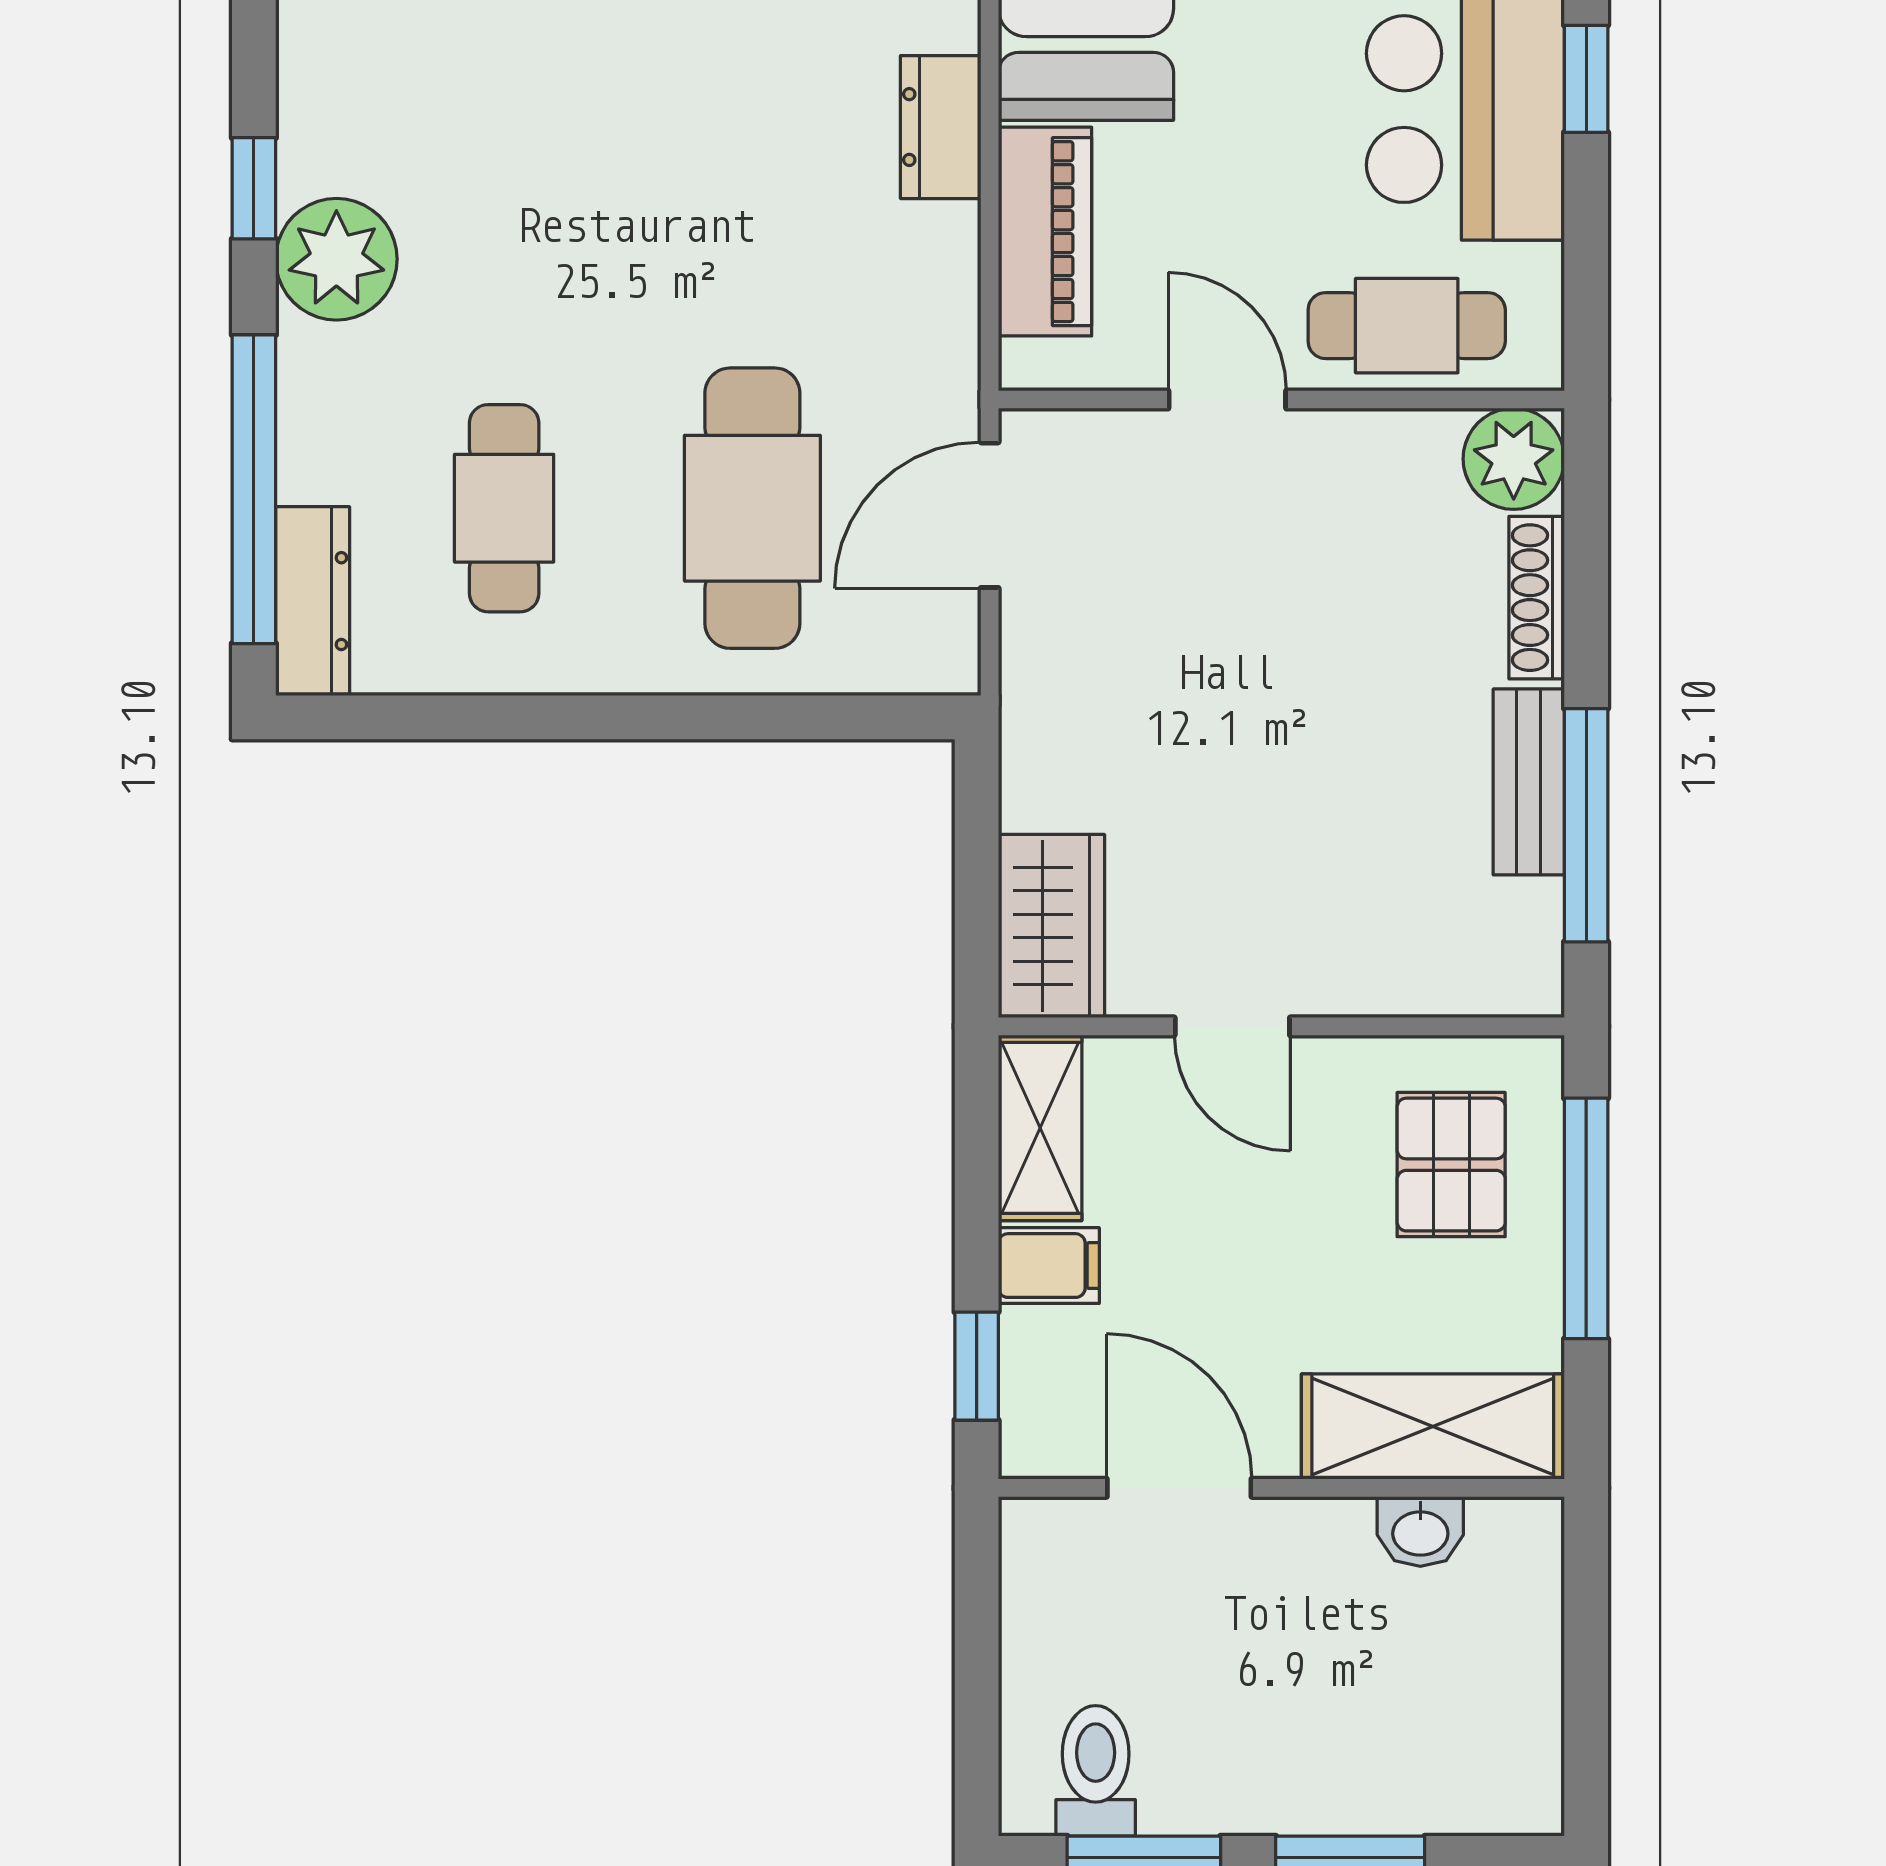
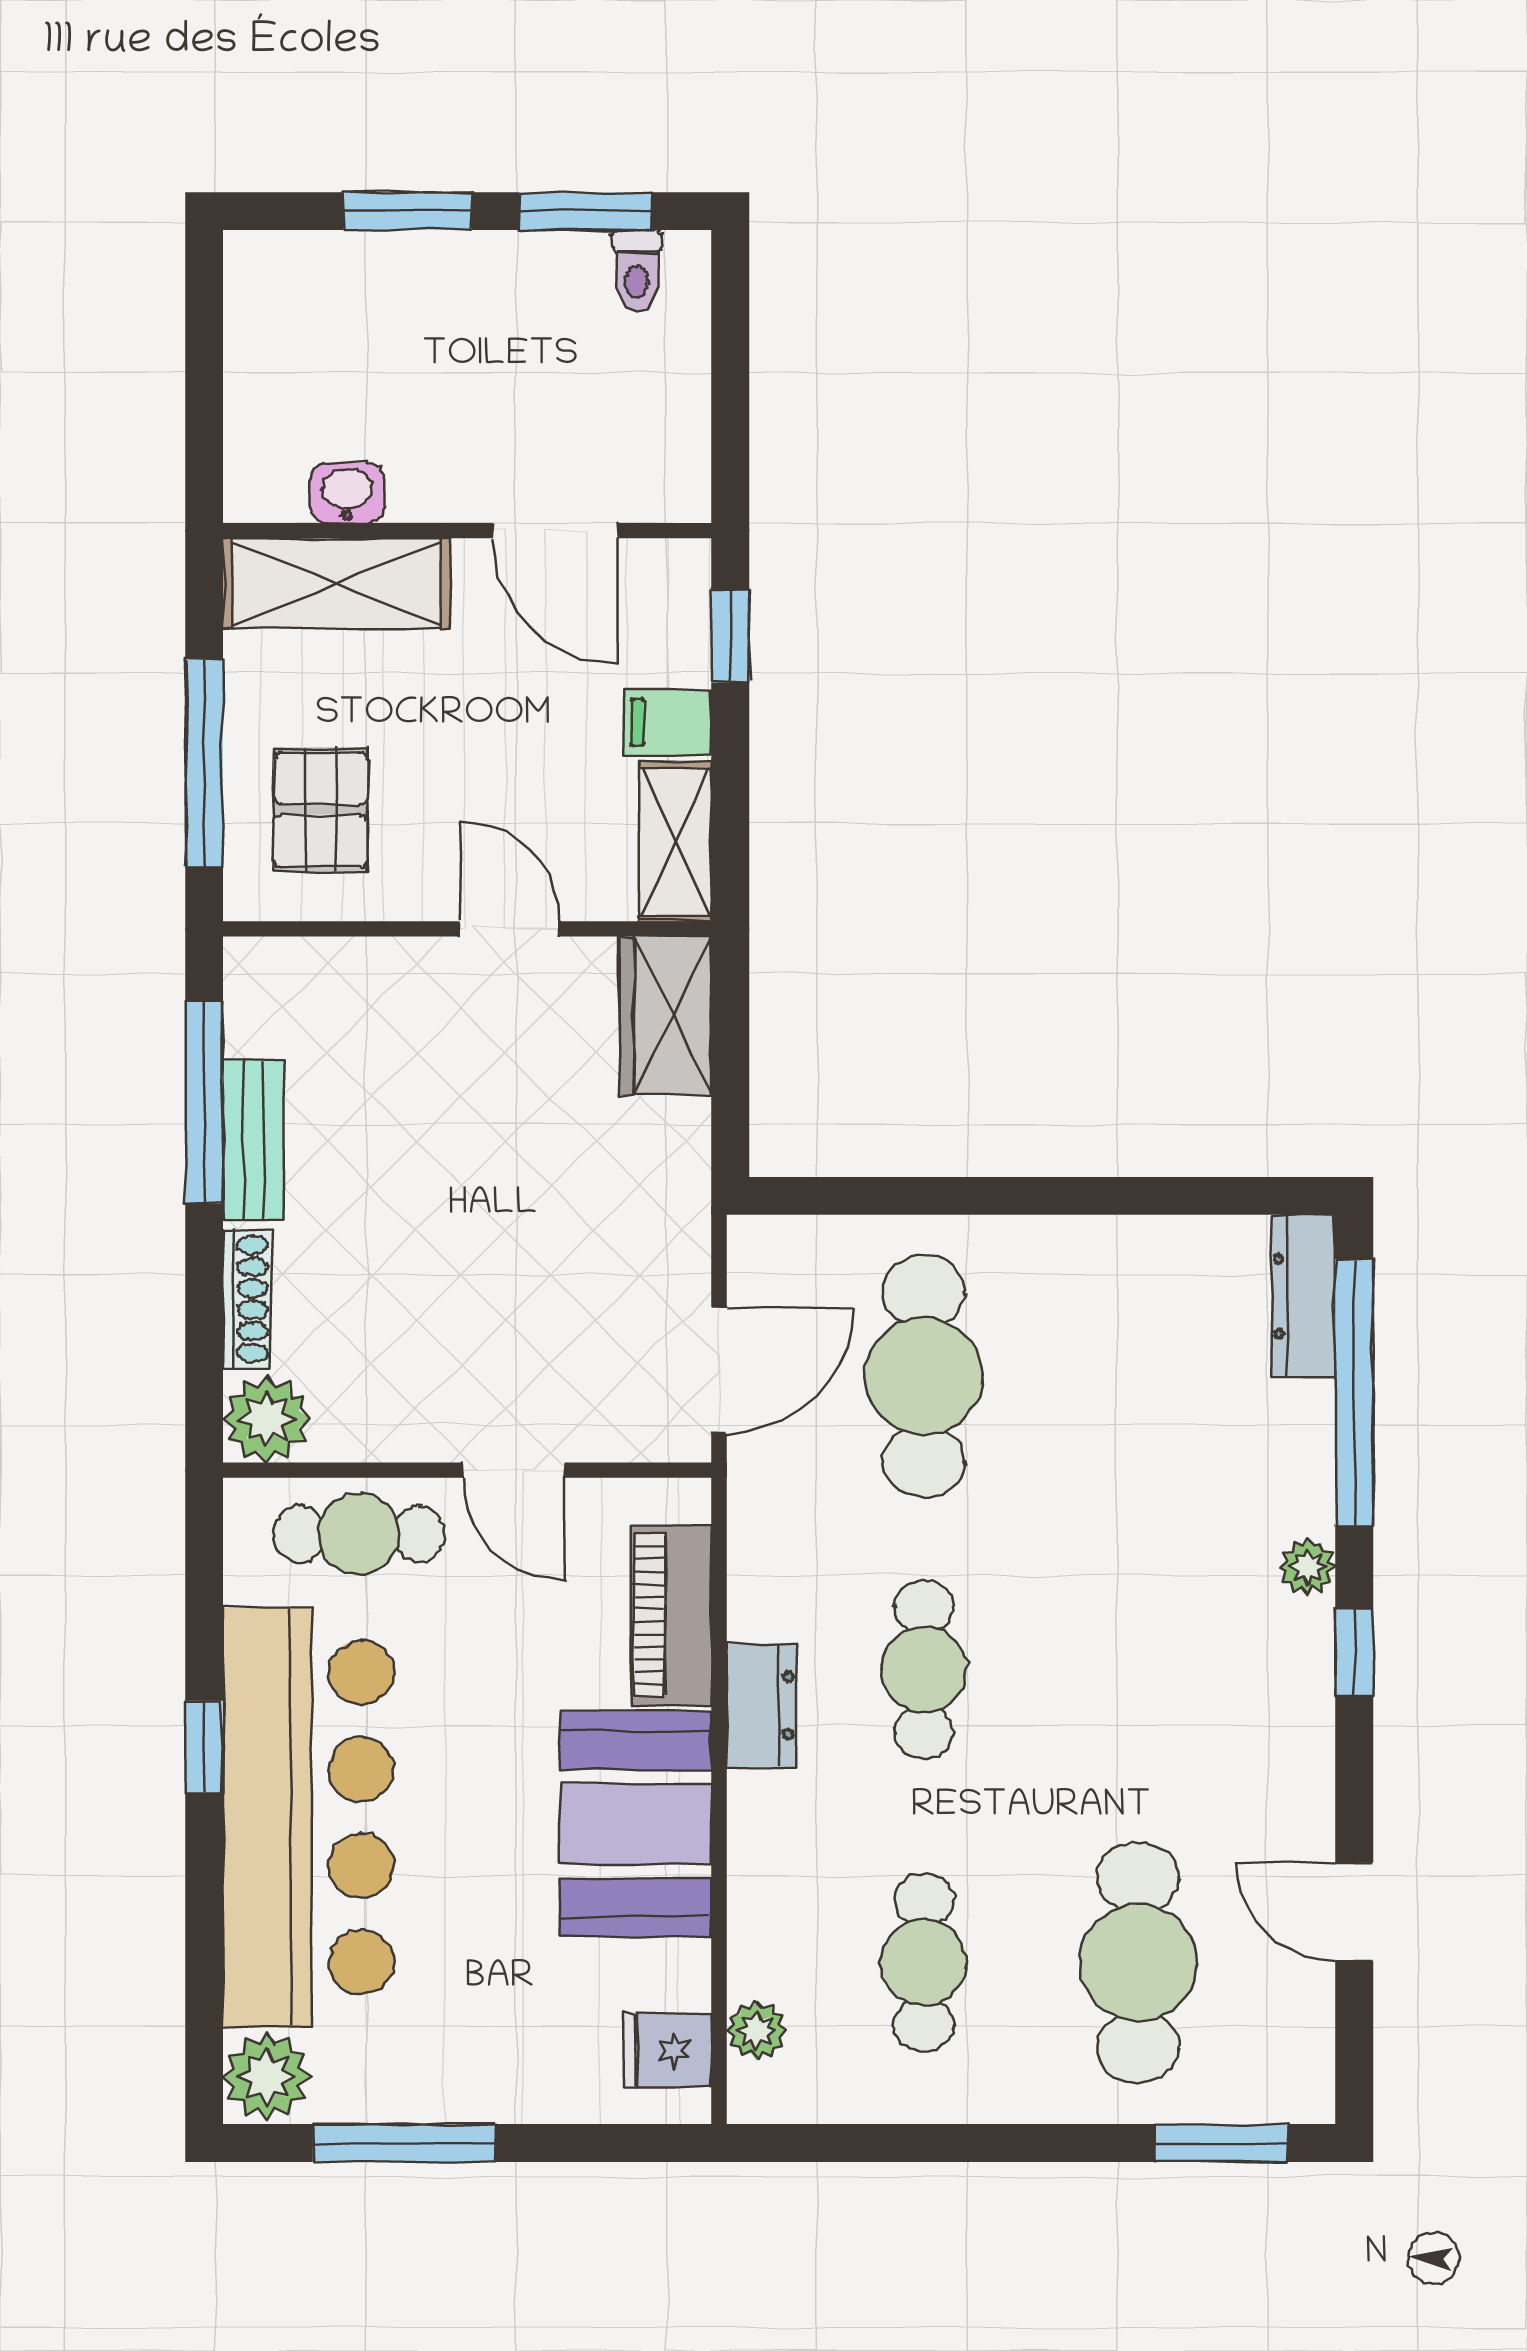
plant: (336, 259) -> (1307, 1567), width x0.53, depth x0.53
cafe table: (504, 508) -> (924, 1669), moved
toilet: (1096, 1771) -> (637, 271), width x0.73, depth x0.72

